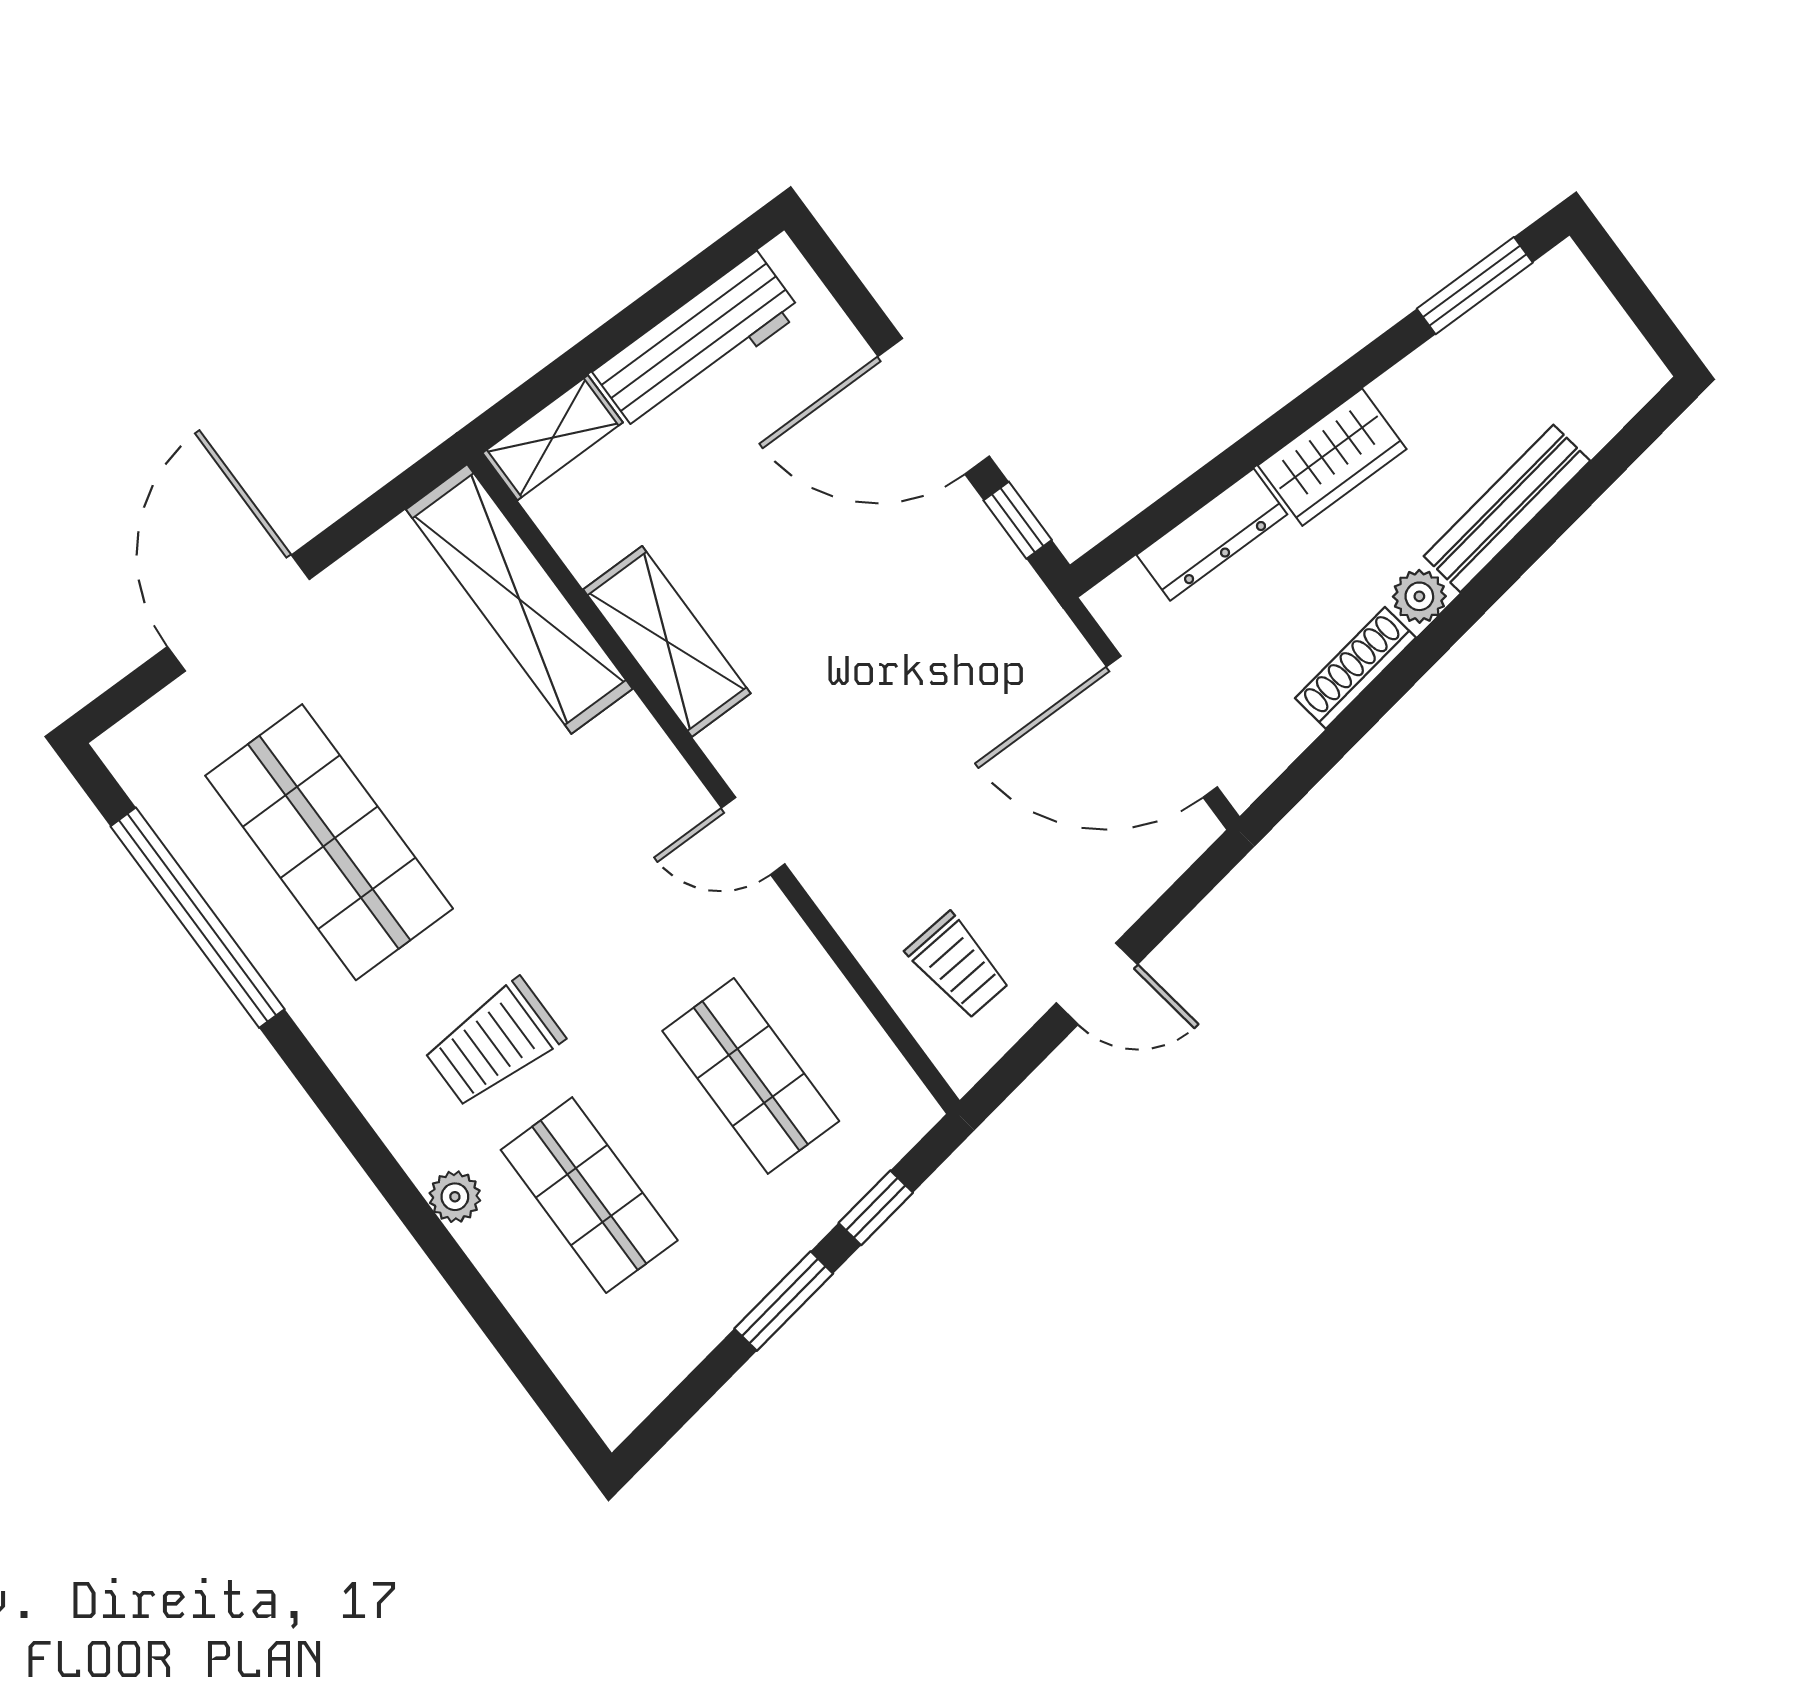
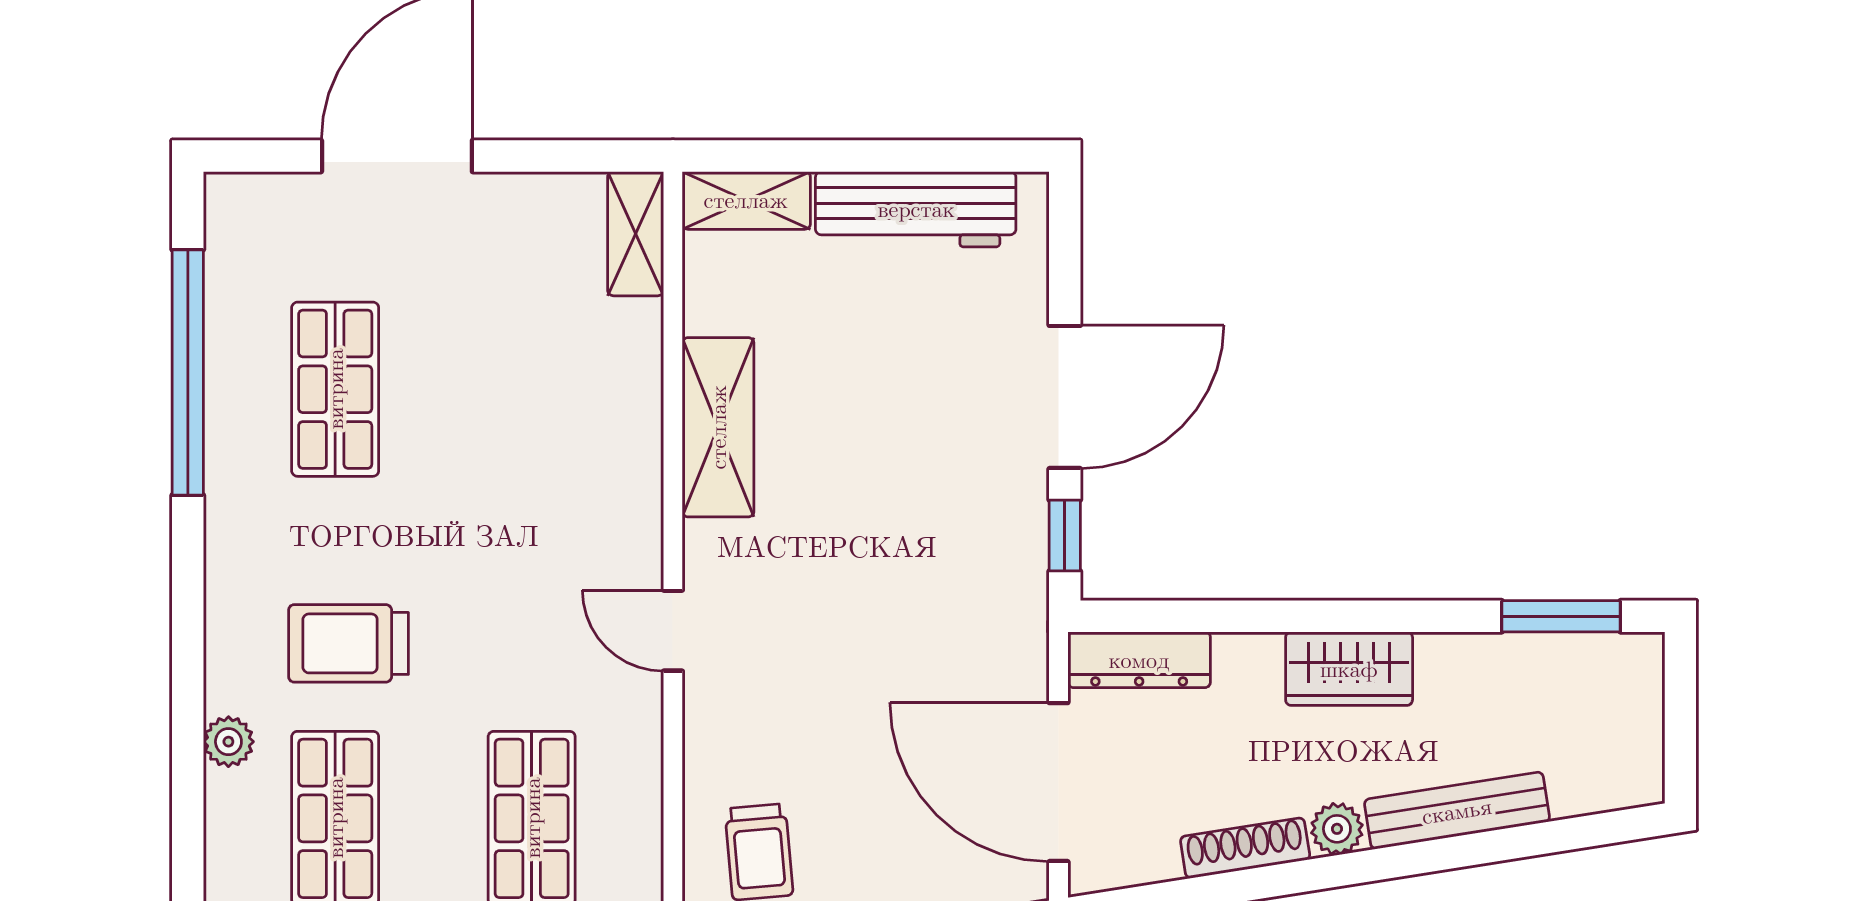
door: (934, 406) -> (1065, 397), swing flipped
dresser: (1212, 535) -> (1139, 660), moved
shelving: (519, 599) -> (636, 234), width x0.45, depth x0.75
shop shelf: (329, 842) -> (335, 389), width x0.70, depth x0.74

